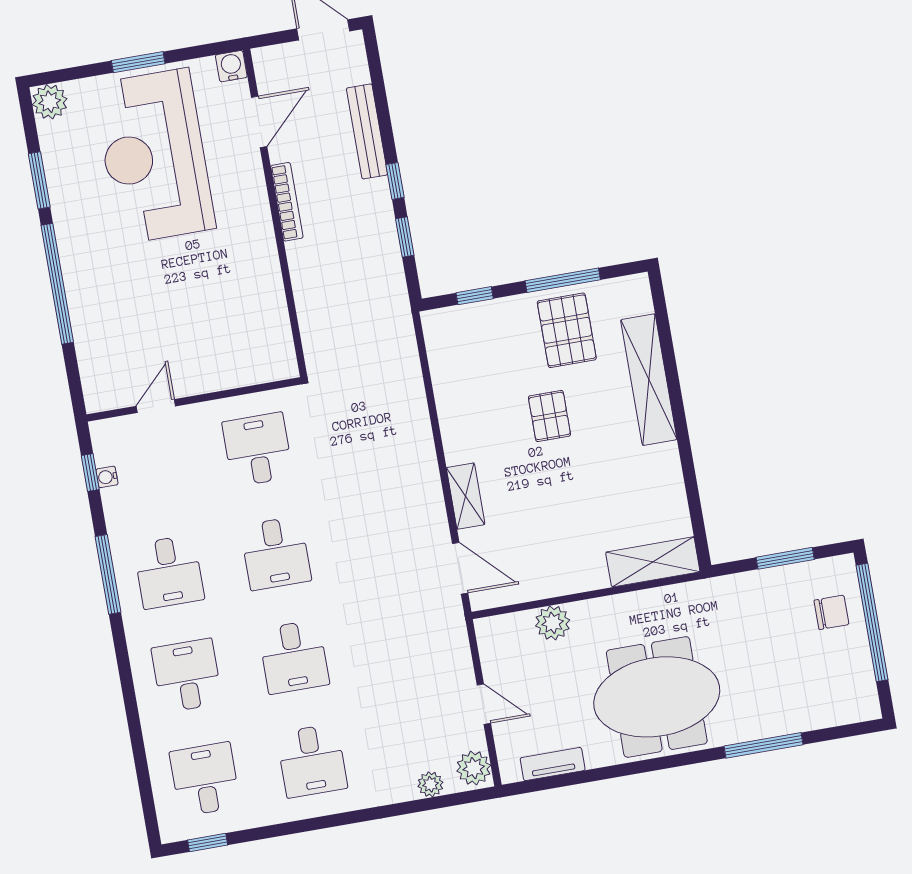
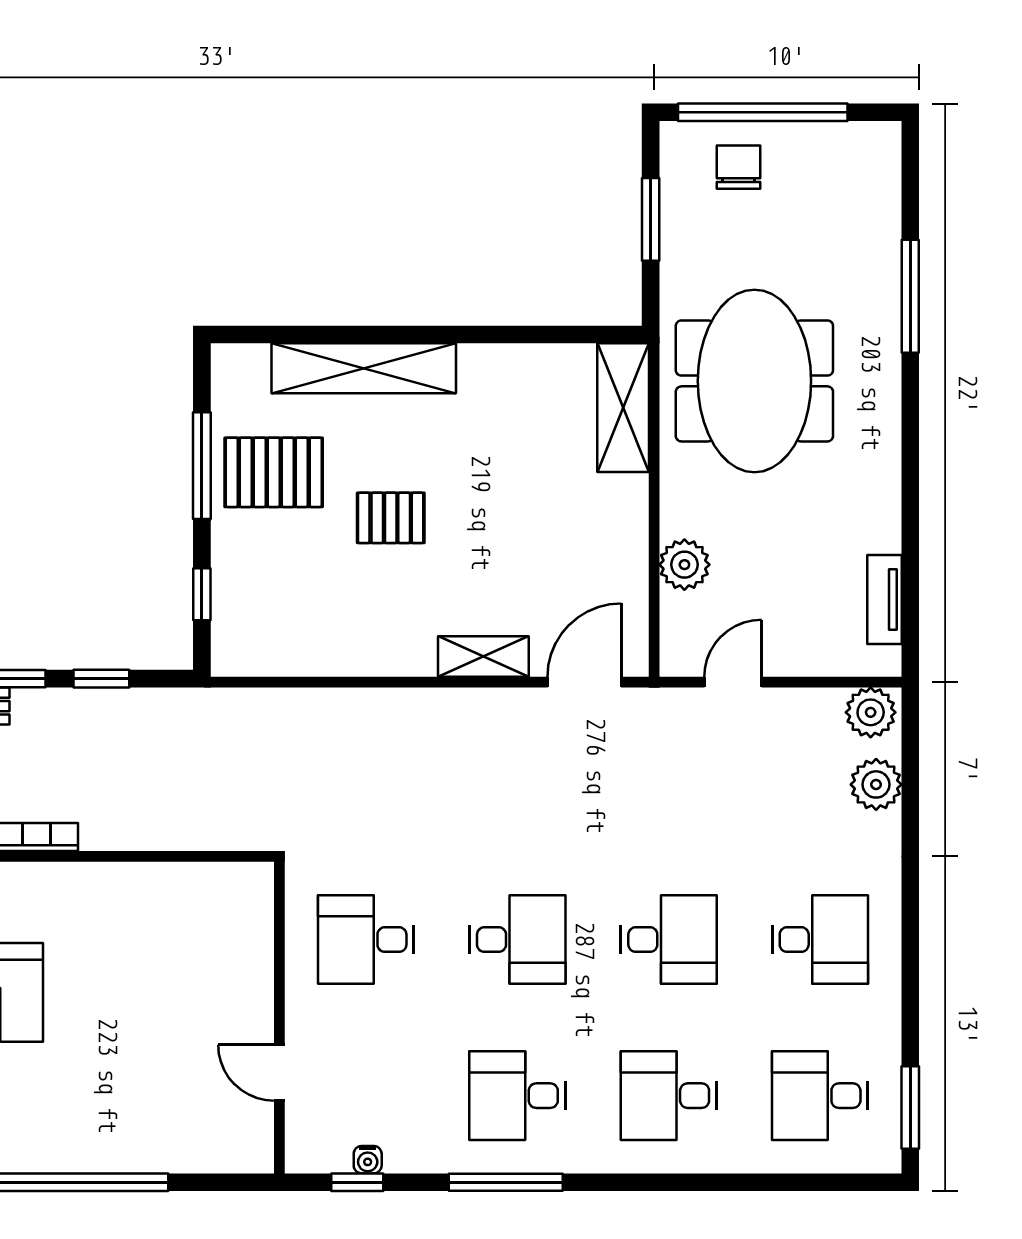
desk: (169, 572) -> (517, 1096), turned 180
meeting table: (657, 697) -> (754, 381), moved
door: (484, 704) -> (733, 682), moved
plant: (430, 784) -> (876, 784), width x1.38, depth x1.38
window: (208, 842) -> (910, 1107), width x1.50

